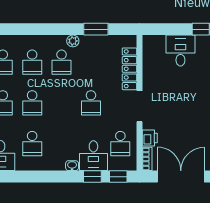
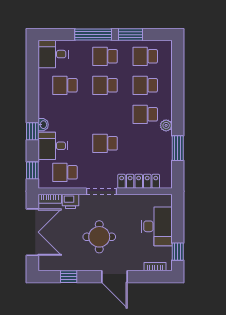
desk: (180, 51) -> (157, 226), width x1.37
round table: (186, 109) -> (99, 237), added
window: (92, 177) -> (32, 131), moved

